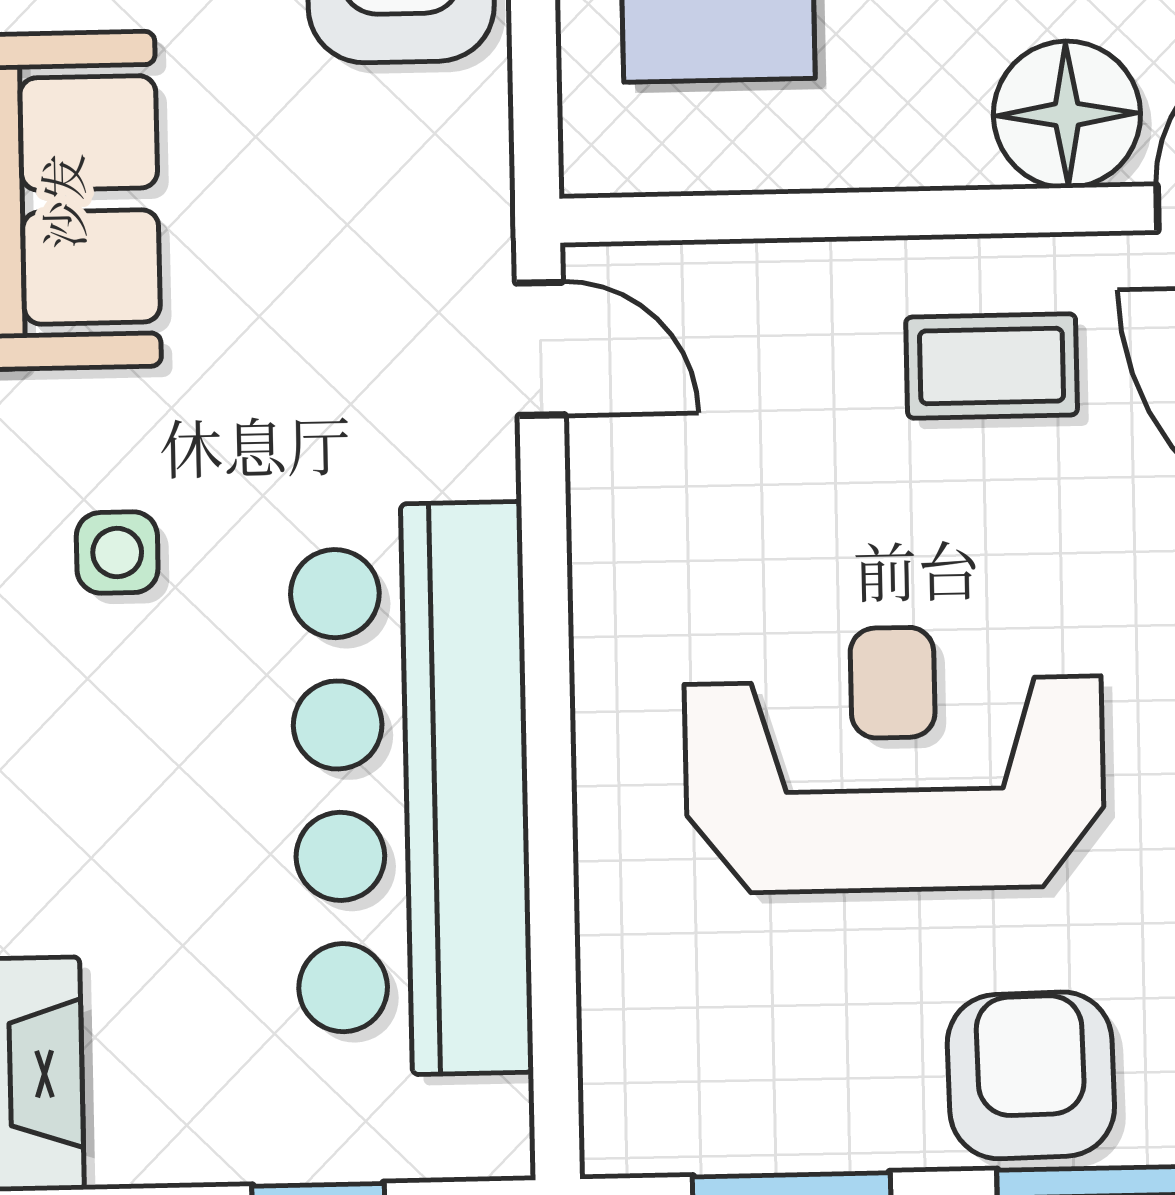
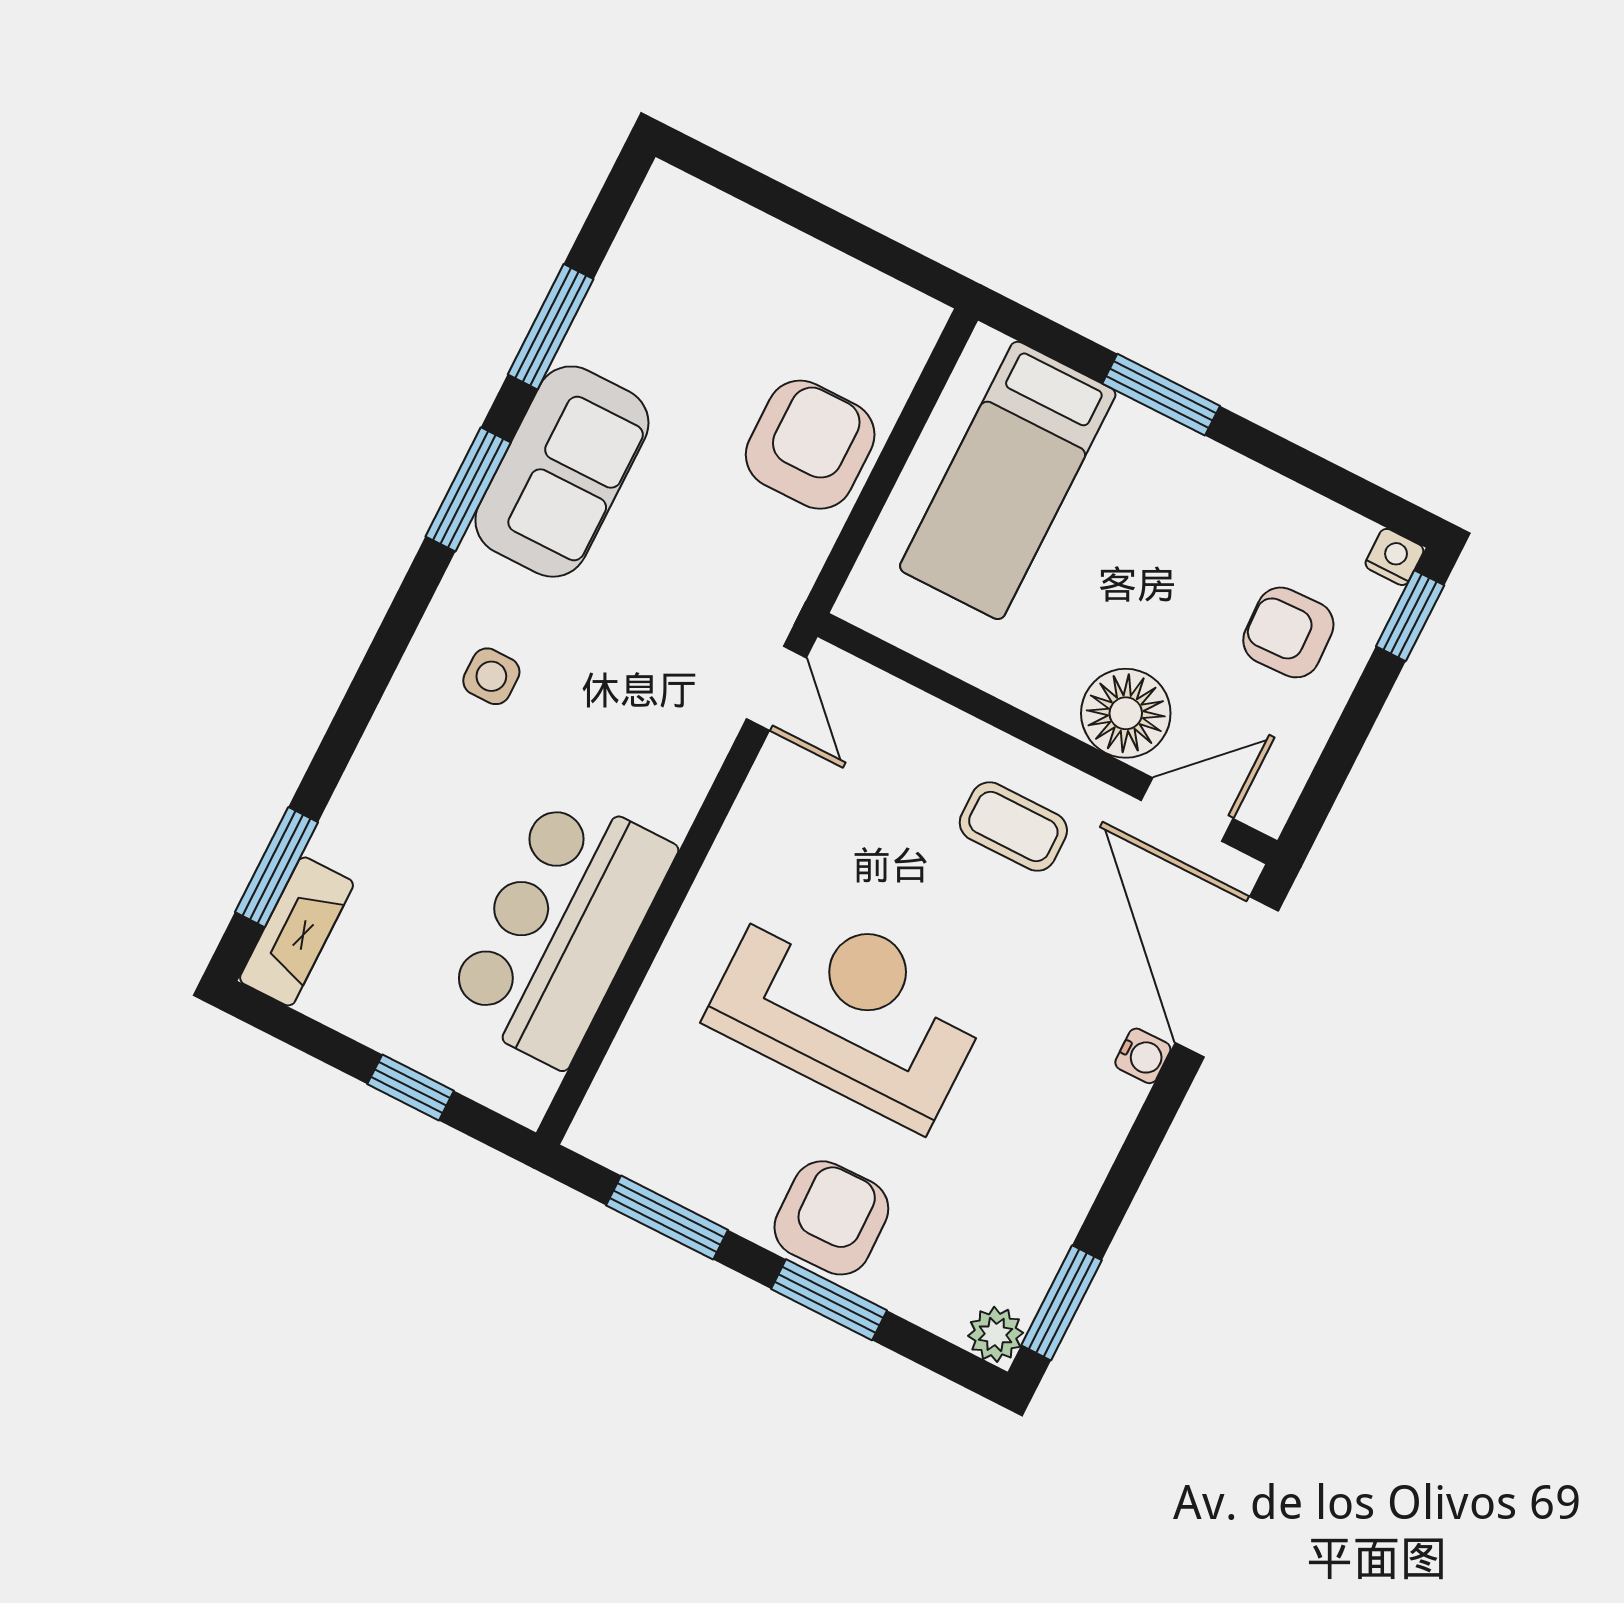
bar counter: (411, 789) -> (560, 928), width x0.73

